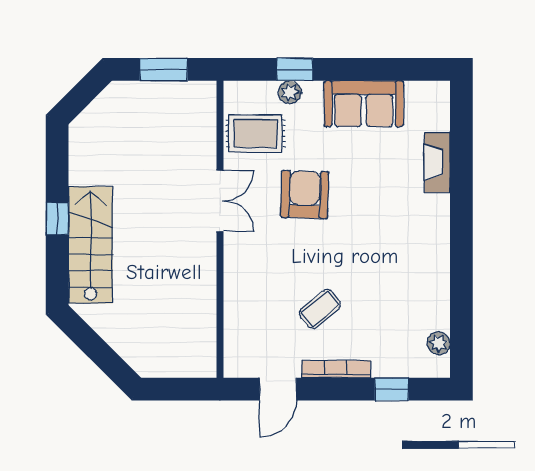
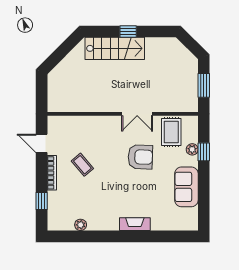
fireplace: (437, 162) -> (135, 224), moved
plant: (439, 343) -> (81, 225), moved

